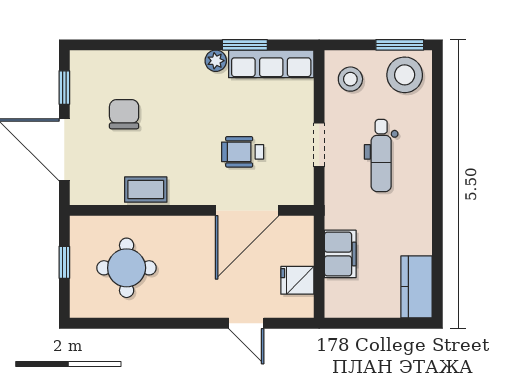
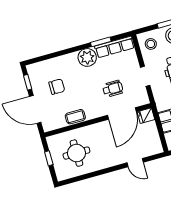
plant: (216, 61) -> (87, 57), width x1.87, depth x1.87
chair: (124, 114) -> (57, 87), turned 90
wheelchair: (243, 152) -> (113, 89), turned 180
fridge: (297, 280) -> (146, 116), moved

